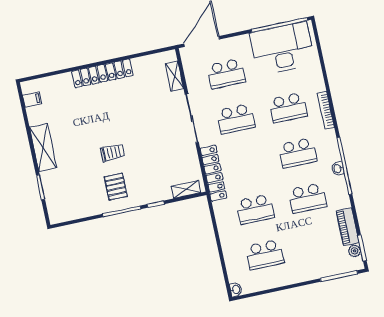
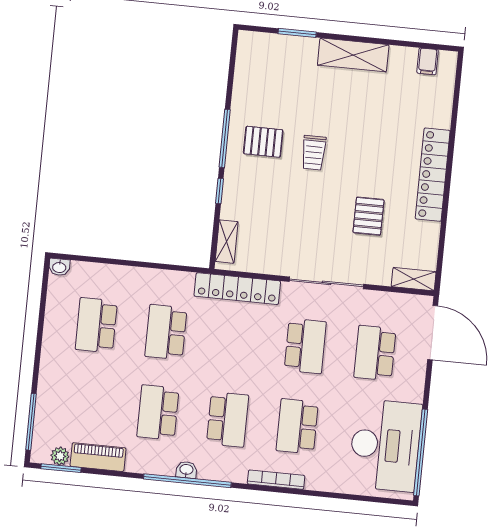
shelving: (174, 76) -> (414, 279), moved
pallet: (141, 105) -> (368, 216), added
school desk: (236, 119) -> (305, 346), turned 180
school desk: (298, 153) -> (228, 419), turned 180

